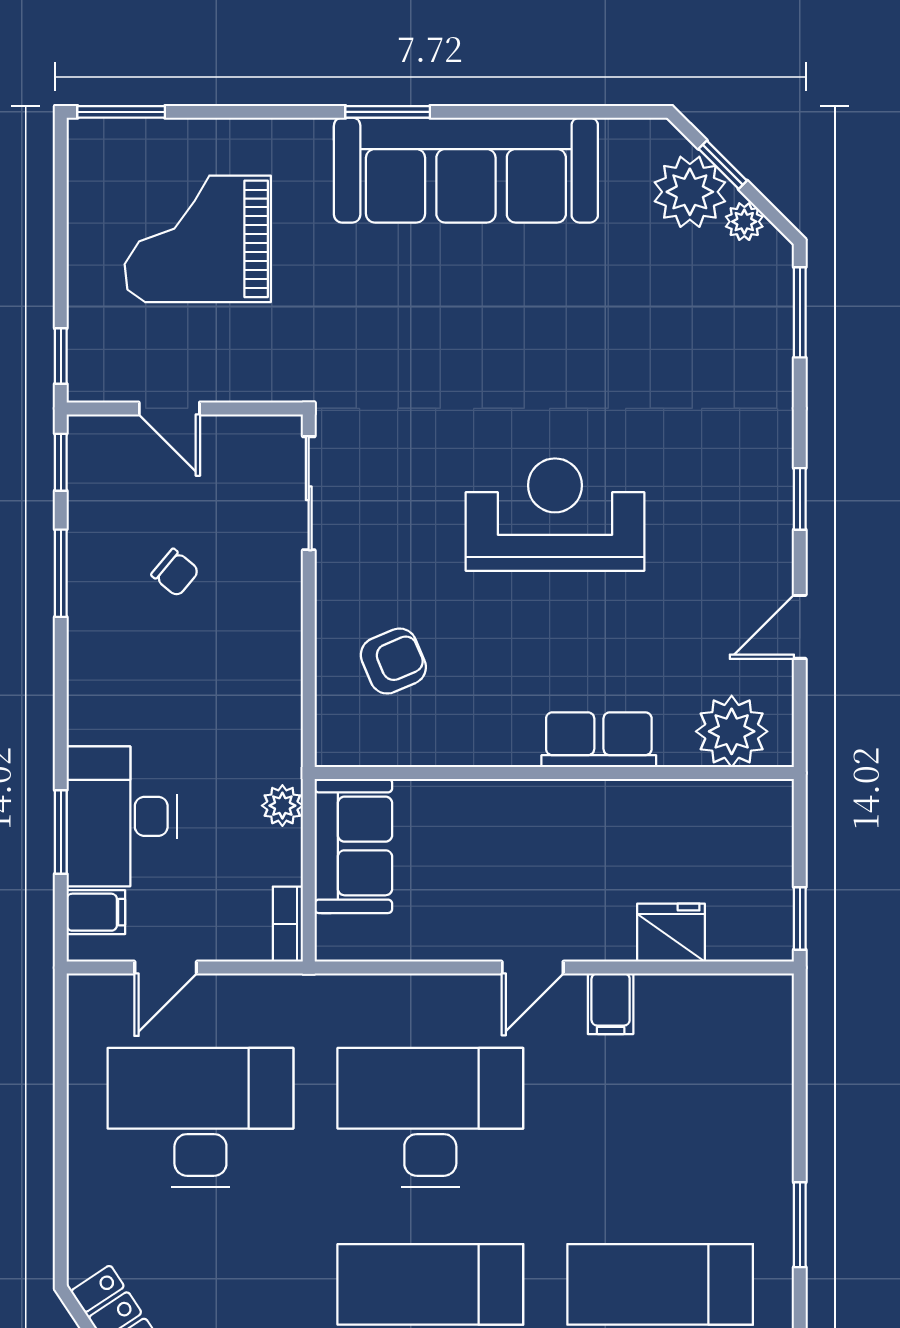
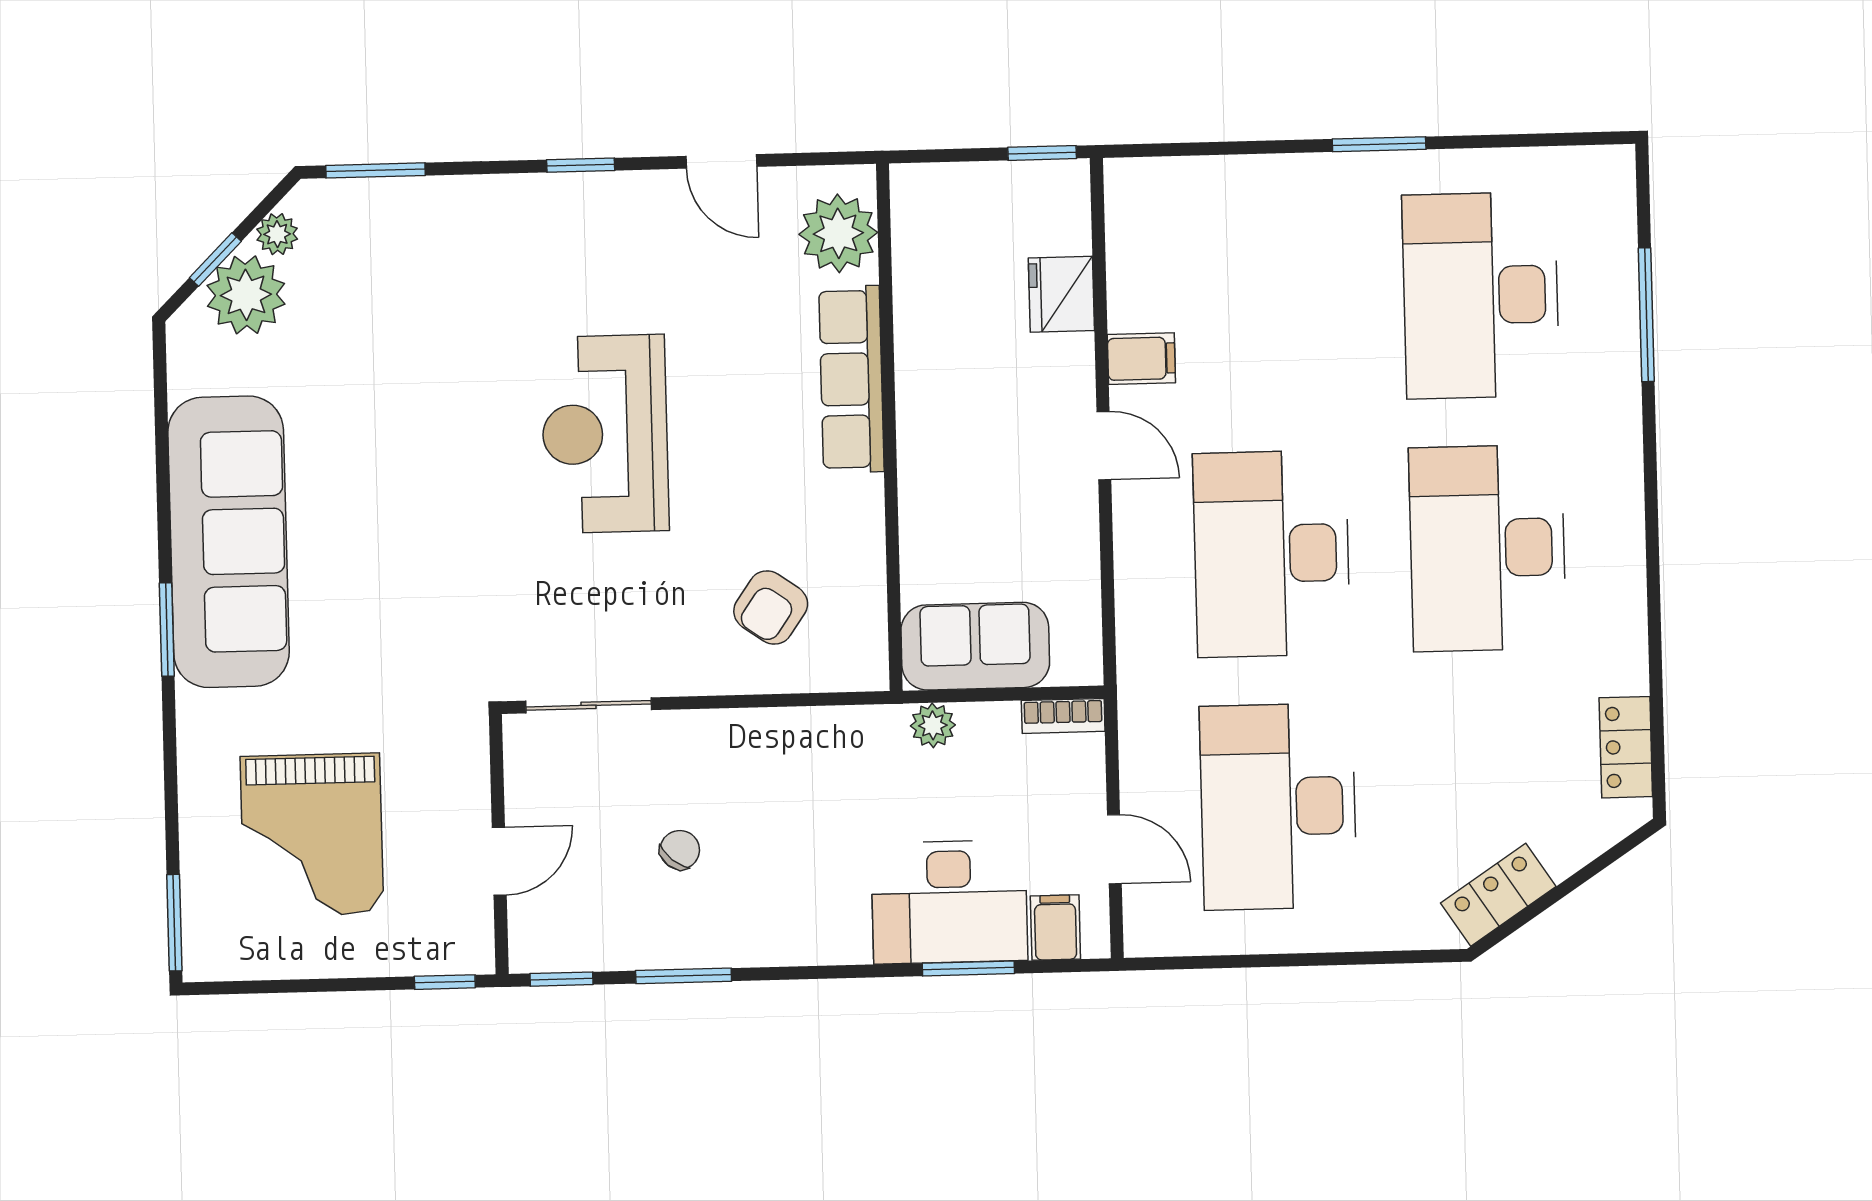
armchair: (393, 661) -> (771, 607), turned -122
row of seats: (599, 740) -> (851, 379), width x1.48

